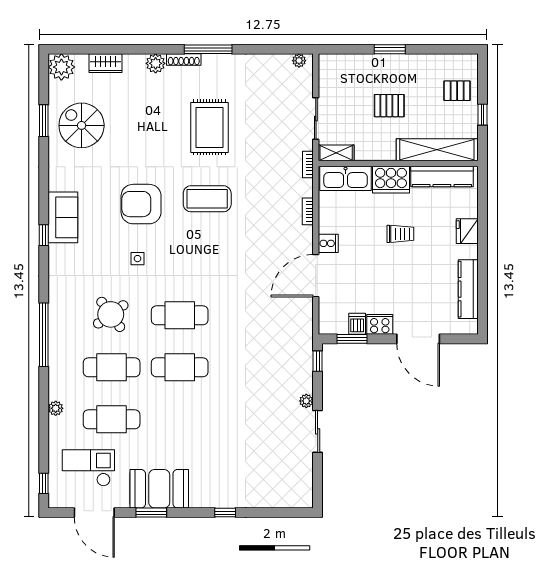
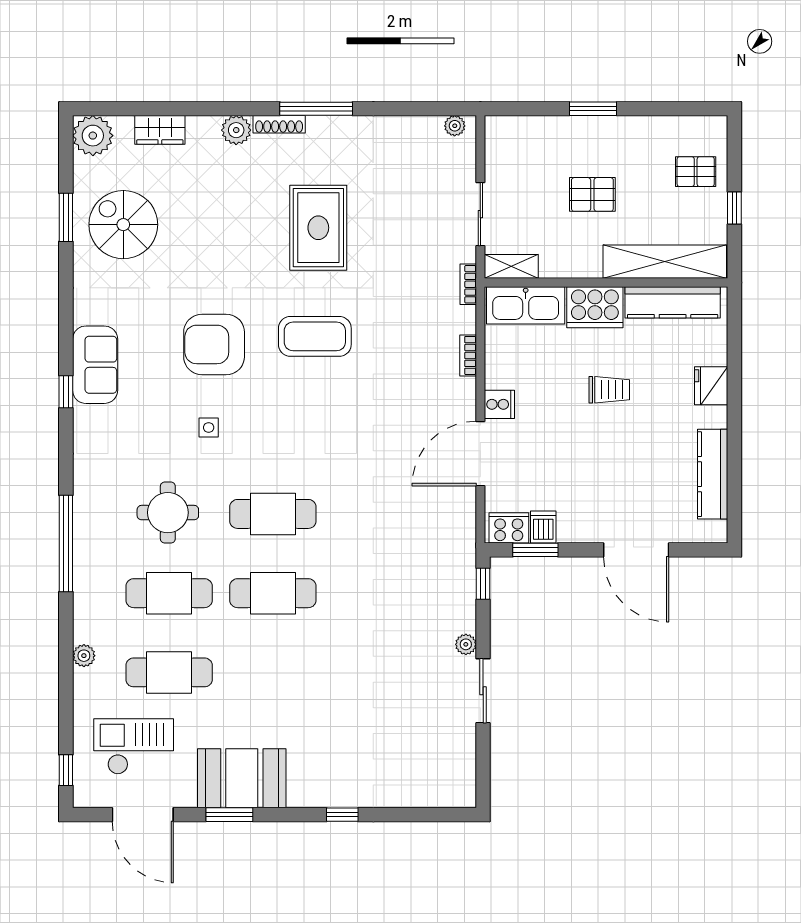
round table: (111, 314) -> (168, 513), turned 36
cooker: (380, 324) -> (509, 528), moved

